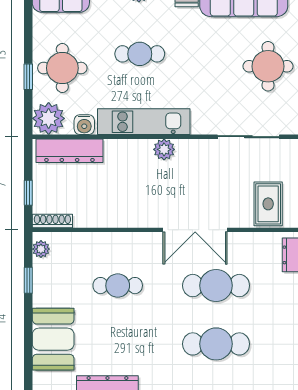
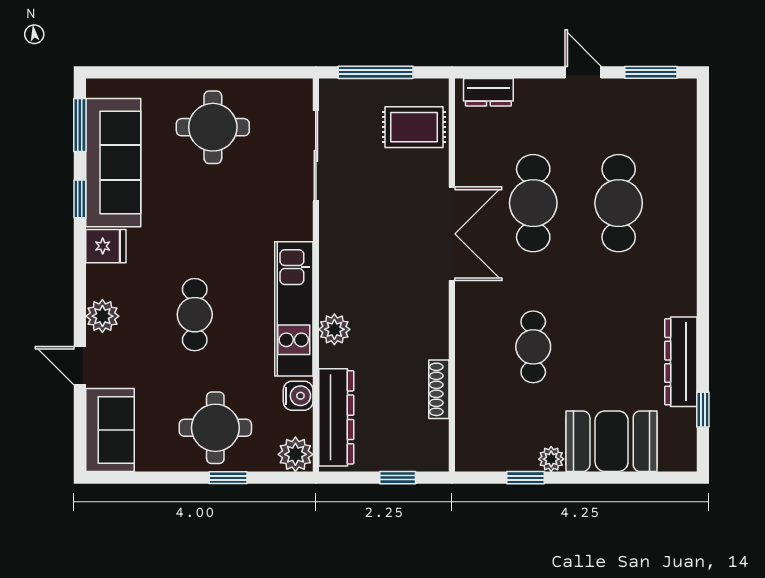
plant: (49, 118) -> (295, 454), width x0.73, depth x0.73
plant: (164, 149) -> (334, 329), moved
shoe rack: (52, 221) -> (439, 389), moved
plant: (41, 249) -> (551, 459), moved

